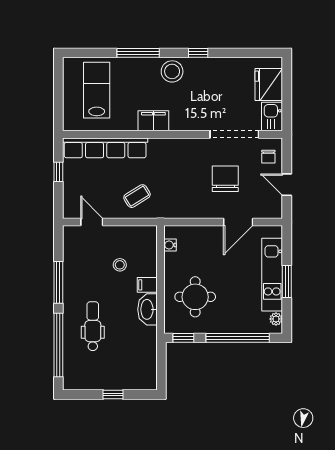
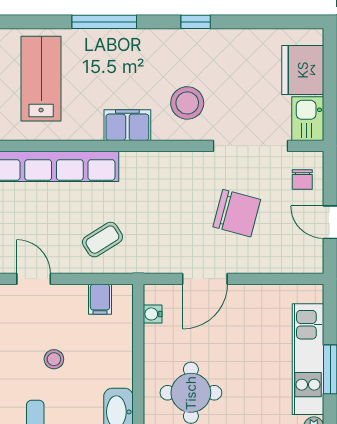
stool: (172, 71) -> (187, 103), moved
chair: (225, 179) -> (237, 213), turned 105
door: (238, 222) -> (205, 279), moved
stool: (120, 265) -> (54, 359), moved
filing cabinet: (147, 285) -> (100, 299), moved, turned -90

